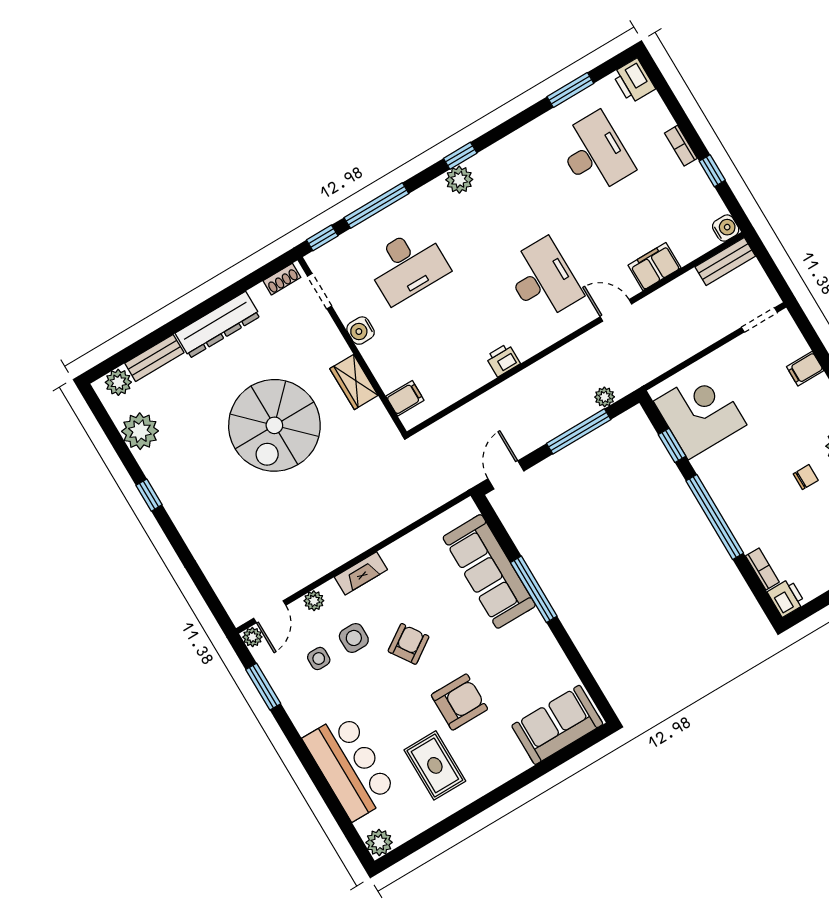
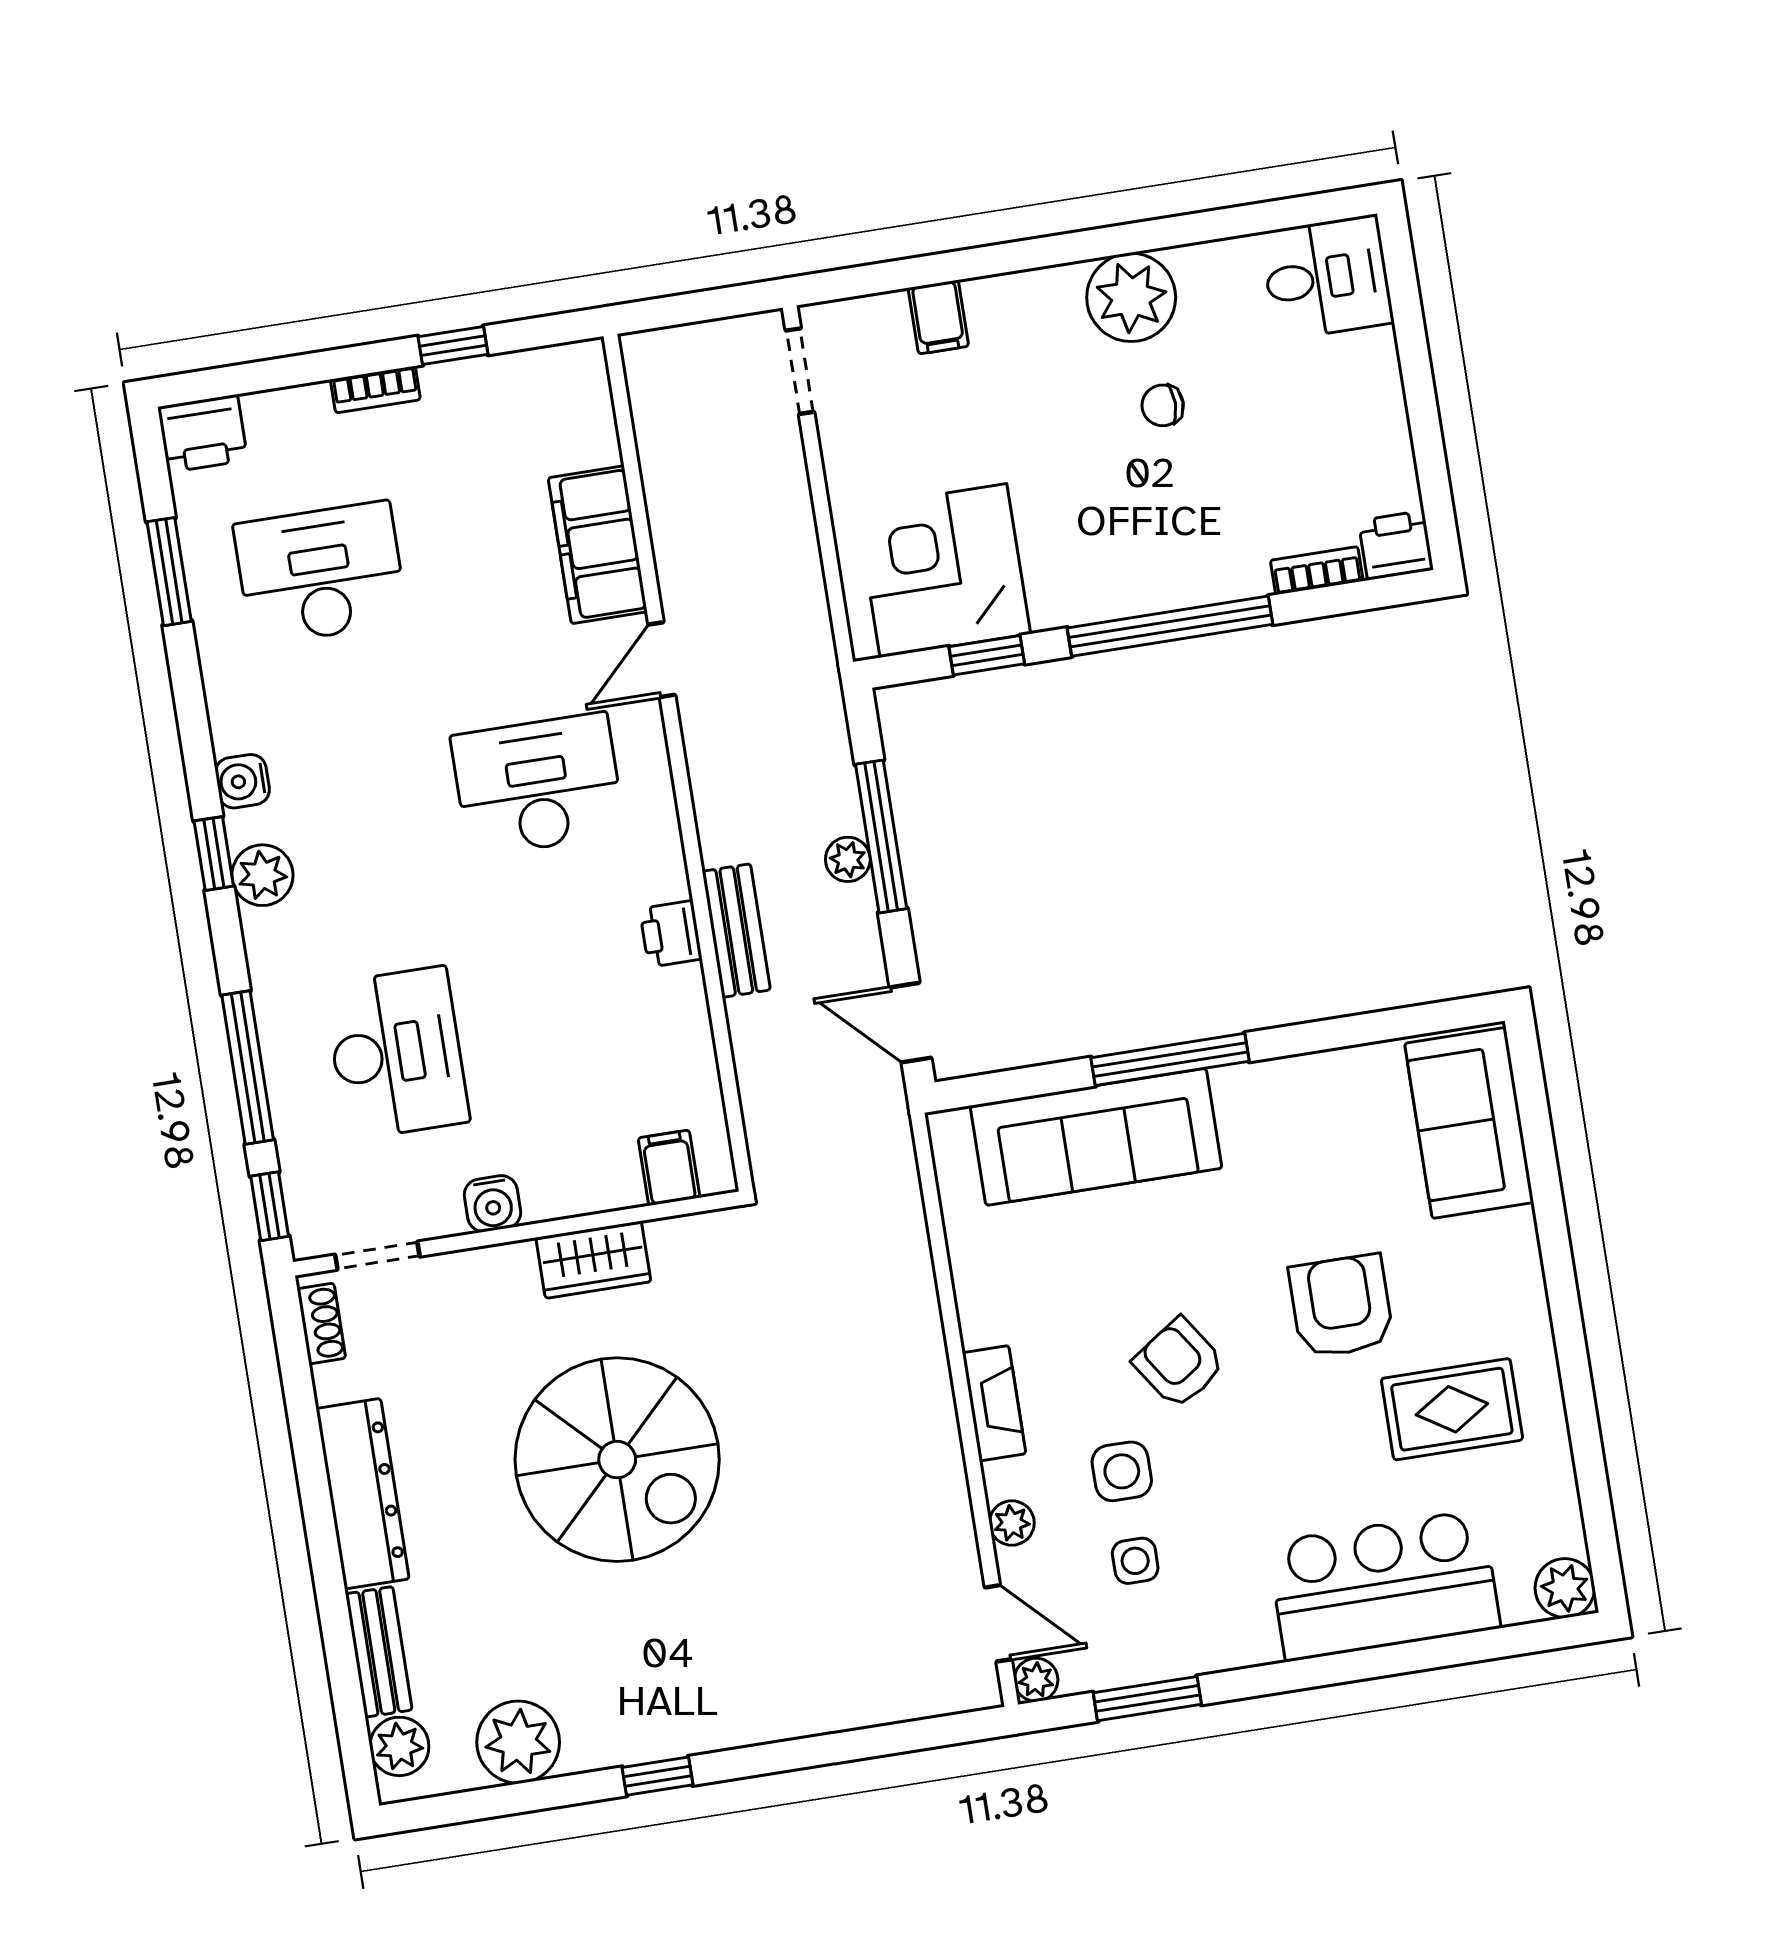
water cooler: (726, 228) -> (242, 781), moved, turned -90
bench: (725, 261) -> (736, 931), moved
filing cabinet: (654, 267) -> (598, 545), width x1.50, depth x1.17
plant: (605, 397) -> (848, 859), moved
chair: (806, 477) -> (1163, 405), turned -90

